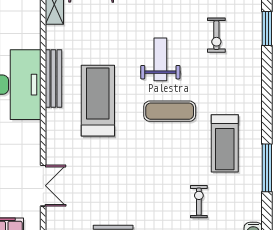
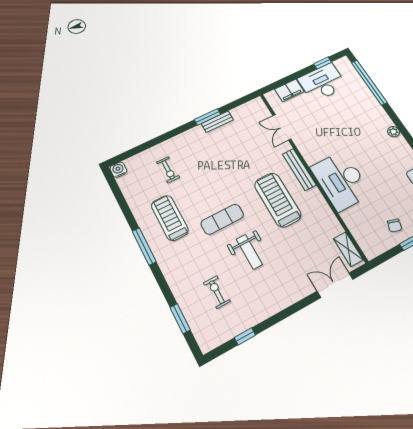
bench: (53, 78) -> (299, 169), moved
treadmill: (98, 101) -> (278, 200), turned 180
window: (267, 168) -> (144, 246), moved

